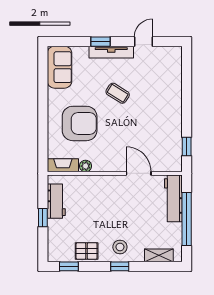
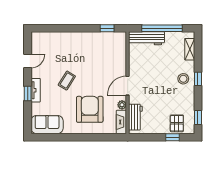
door: (143, 42) -> (28, 61), swing flipped
tv unit: (111, 52) -> (36, 90), width x0.71
door: (139, 173) -> (128, 86), moved
workbench: (56, 201) -> (135, 117), moved, turned 90
window: (43, 218) -> (173, 137), moved
pallet: (87, 251) -> (177, 123), moved

